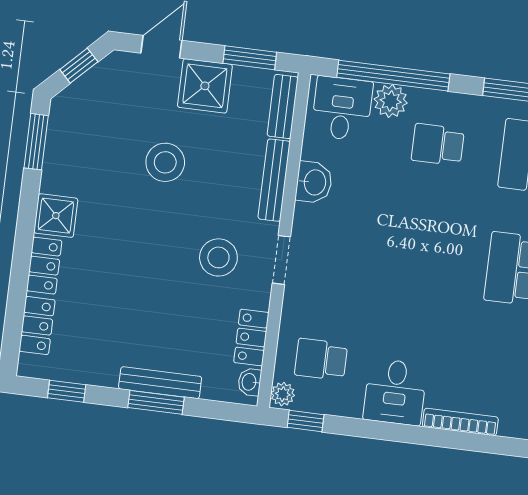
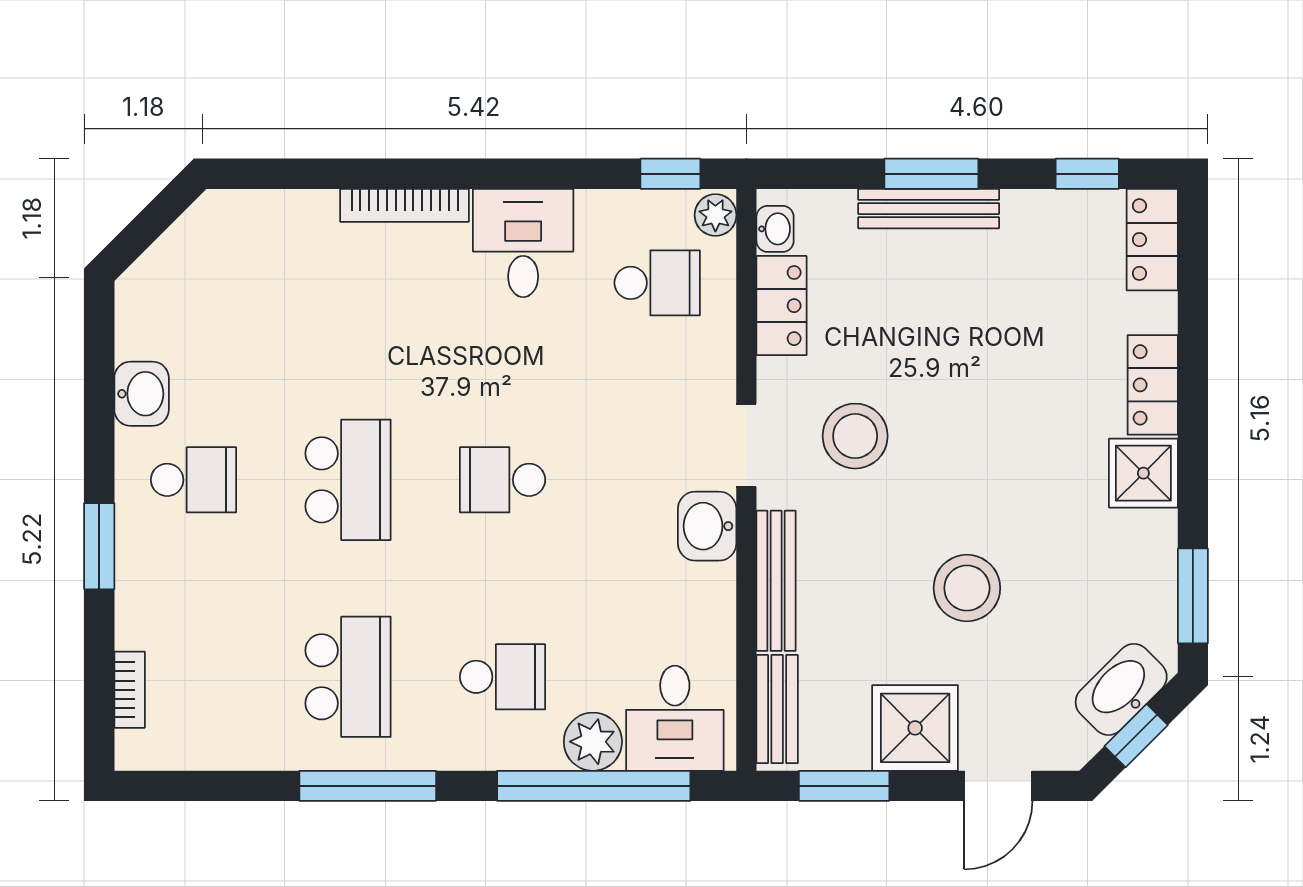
washbasin: (84, 93) -> (1121, 689), added
washbasin: (314, 182) -> (707, 526), moved
school desk: (424, 258) -> (503, 480), added
locker: (37, 326) -> (1152, 240), moved

